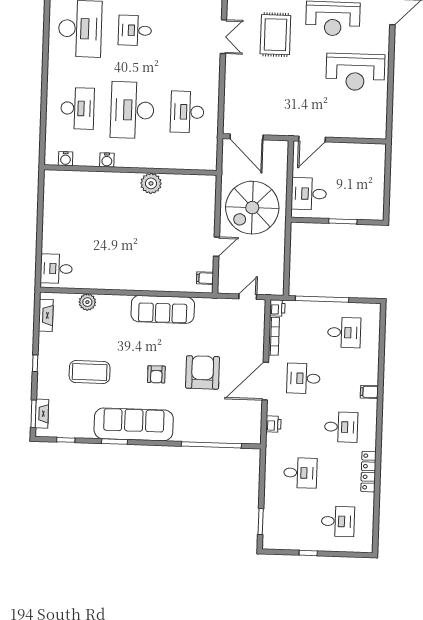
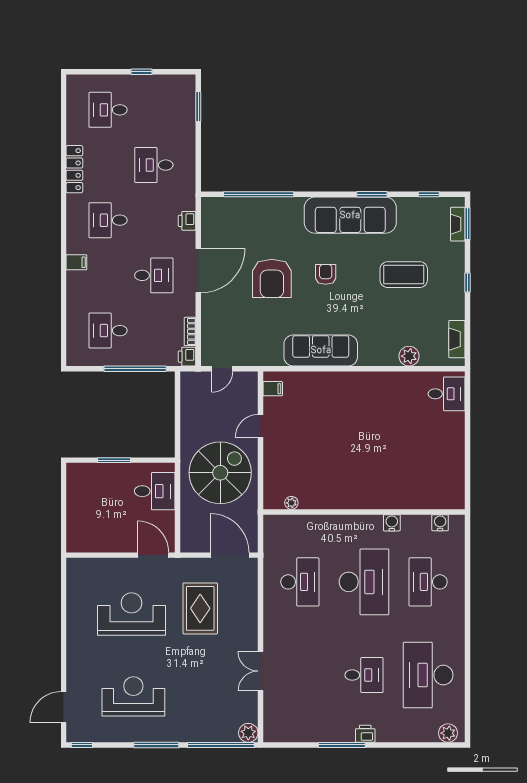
rug: (275, 35) -> (200, 608), moved
reception desk: (355, 72) -> (131, 614), moved
door: (312, 139) -> (153, 555), hinge flipped
plant: (151, 183) -> (291, 503), moved, width x0.53, depth x0.53
bookcase: (274, 336) -> (190, 331), width x0.64

